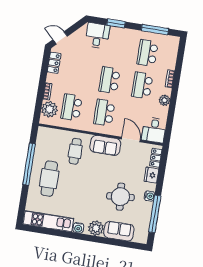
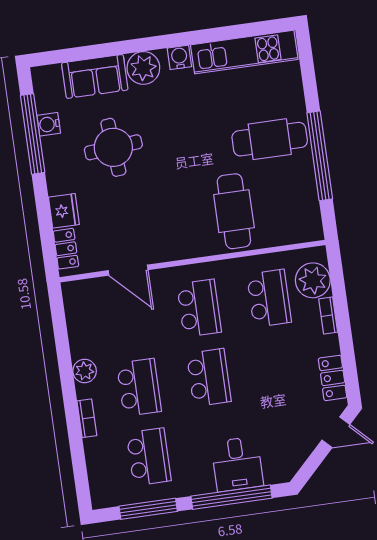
window: (116, 23) -> (232, 497), width x2.11
desk: (97, 36) -> (237, 464), moved
desk: (154, 130) -> (87, 304), removed
sofa: (105, 145) -> (176, 242), removed
cafe table: (75, 151) -> (234, 211), width x1.37, depth x1.35
cafe table: (49, 179) -> (270, 139), turned 90
water cooler: (149, 196) -> (49, 124), moved

